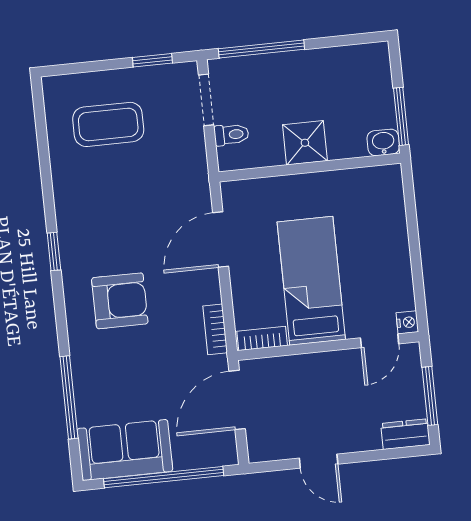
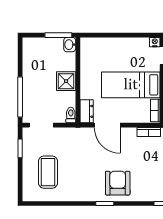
toilet: (231, 135) -> (71, 115), moved
dresser: (245, 193) -> (87, 111), added
armchair: (120, 301) -> (118, 183), moved

